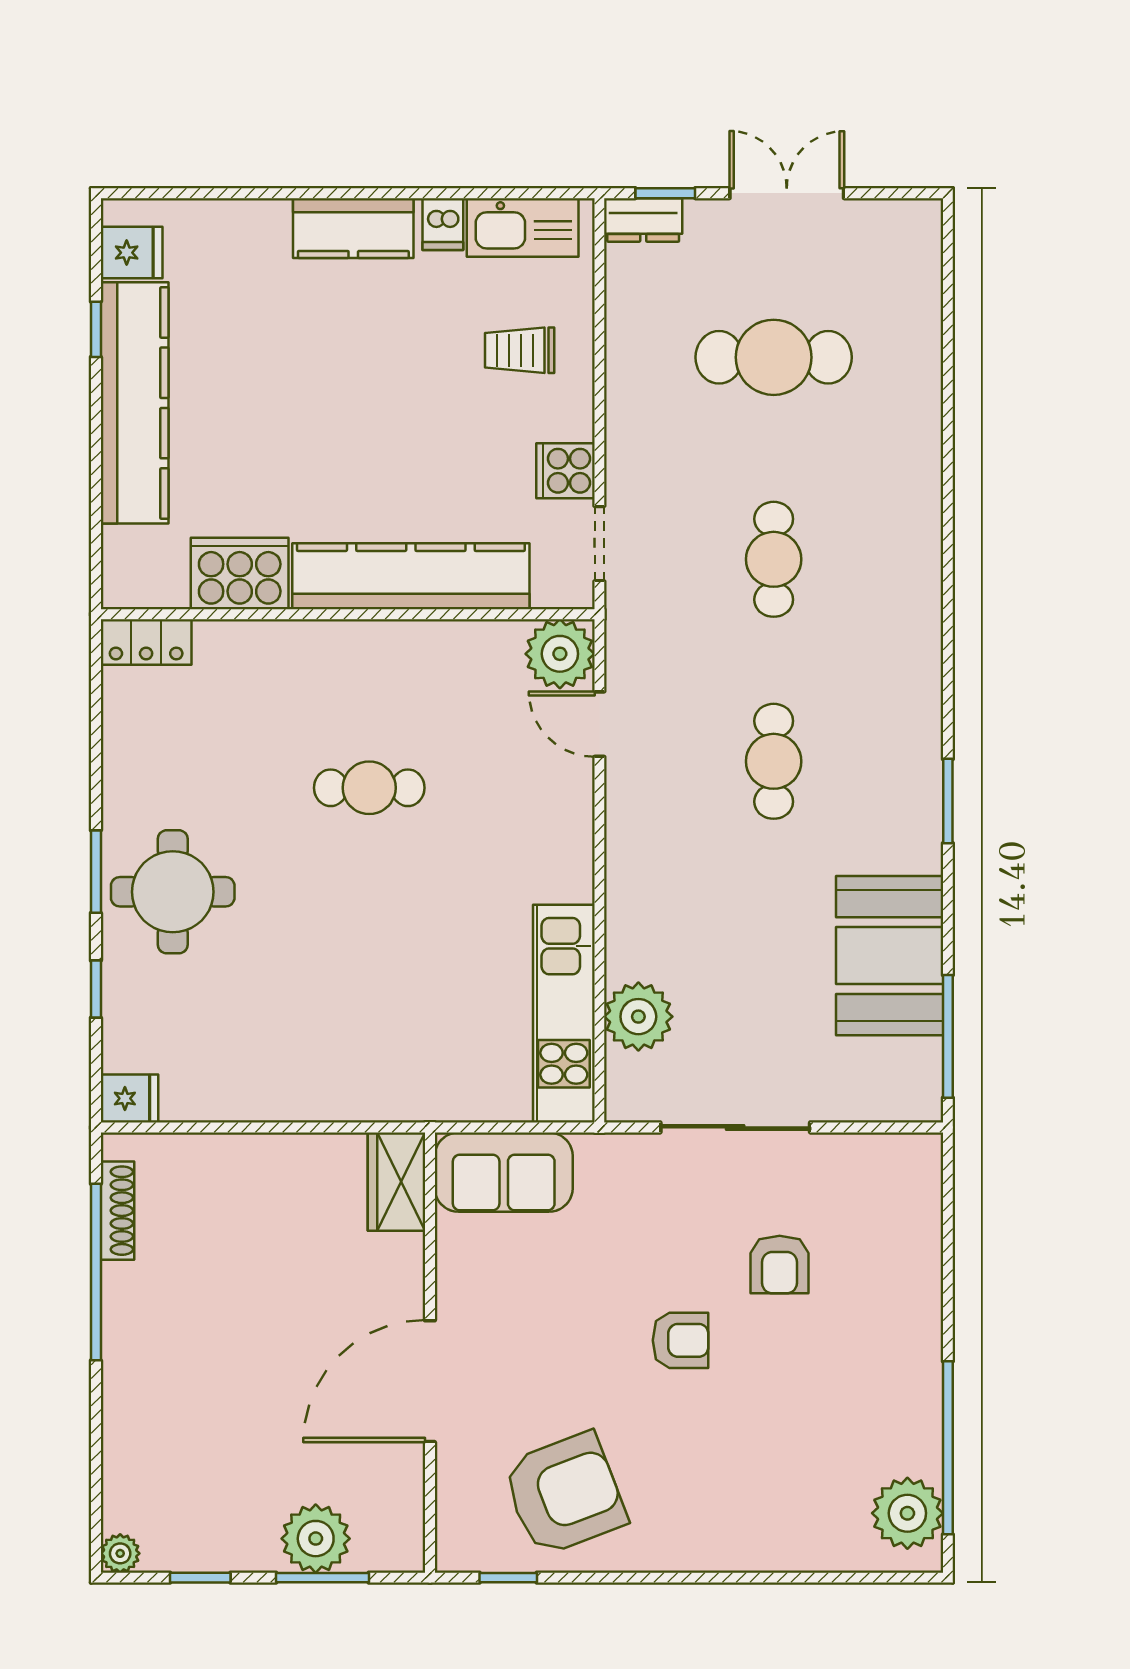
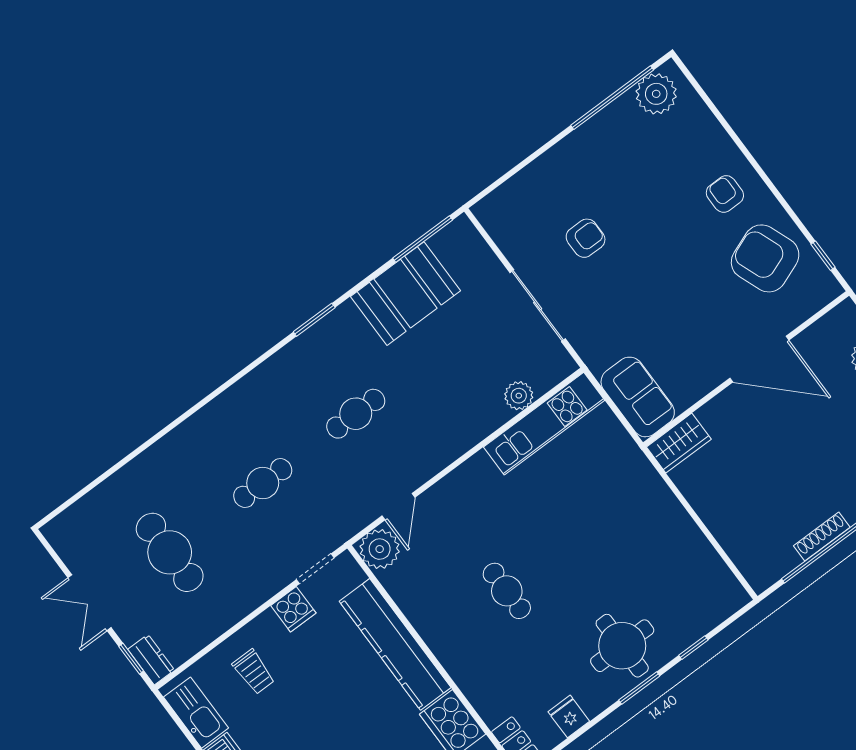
plant: (638, 1017) -> (519, 396), width x0.73, depth x0.73
fridge: (129, 1098) -> (569, 716), moved
shoe rack: (118, 1211) -> (822, 536), moved
armchair: (681, 1340) -> (725, 194), moved

